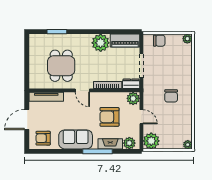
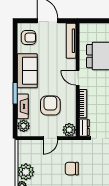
door: (82, 90) -> (78, 78), hinge flipped
armchair: (43, 138) -> (29, 38), turned 90
plant: (151, 141) -> (26, 172), moved
window: (97, 151) -> (15, 93), width x0.69

